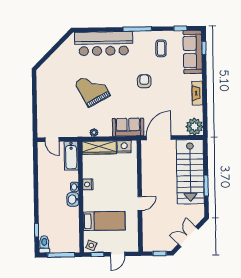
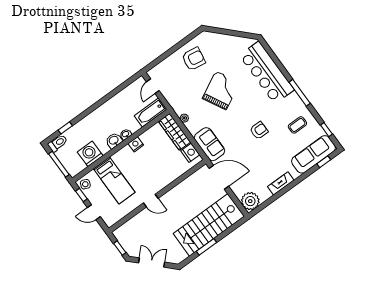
armchair: (53, 93) -> (194, 59), added
washing machine: (70, 225) -> (90, 154), added

